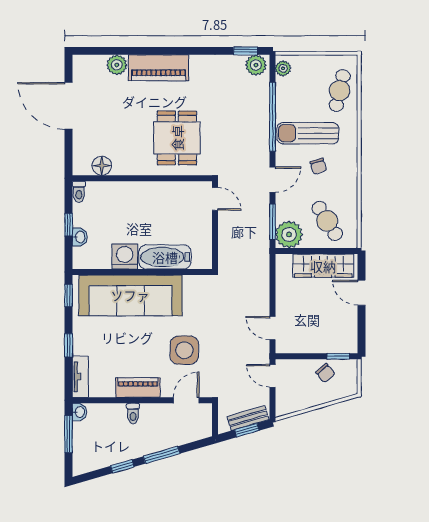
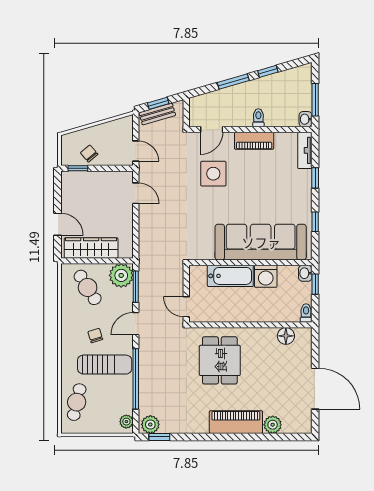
washing machine: (125, 257) -> (266, 276), moved
bathtub: (165, 257) -> (230, 276), moved
wall: (142, 272) -> (250, 263), moved
sofa: (130, 295) -> (261, 242), moved

